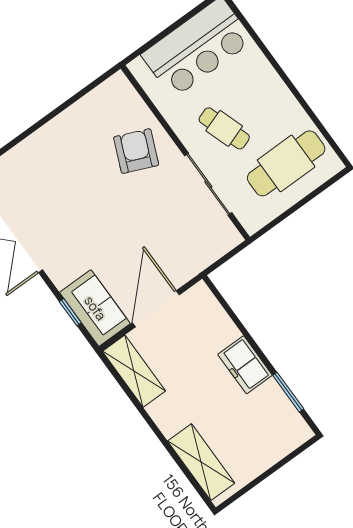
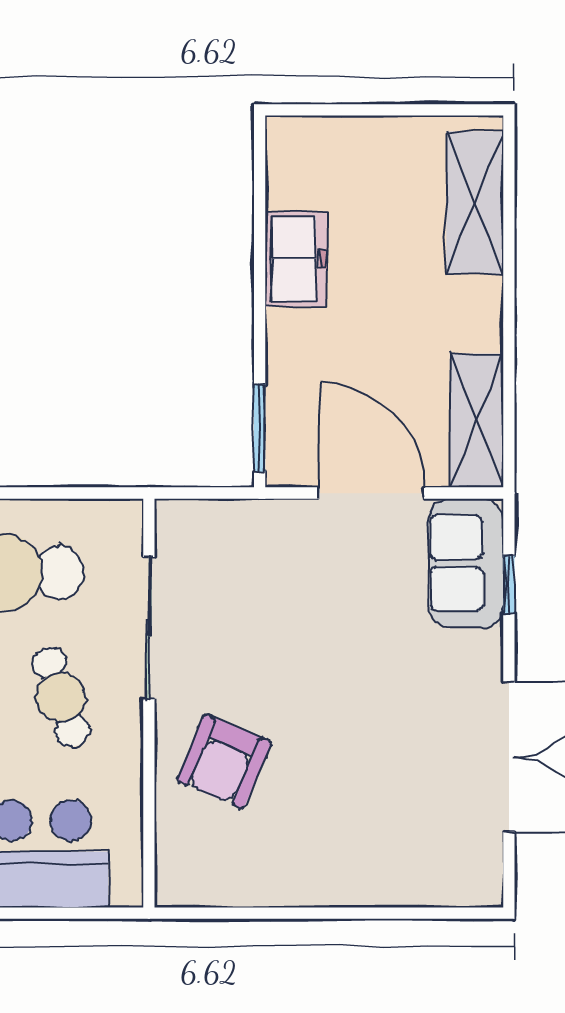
door: (156, 309) -> (372, 493), swing flipped
freezer: (245, 365) -> (296, 259), moved
window: (288, 392) -> (260, 428), moved

